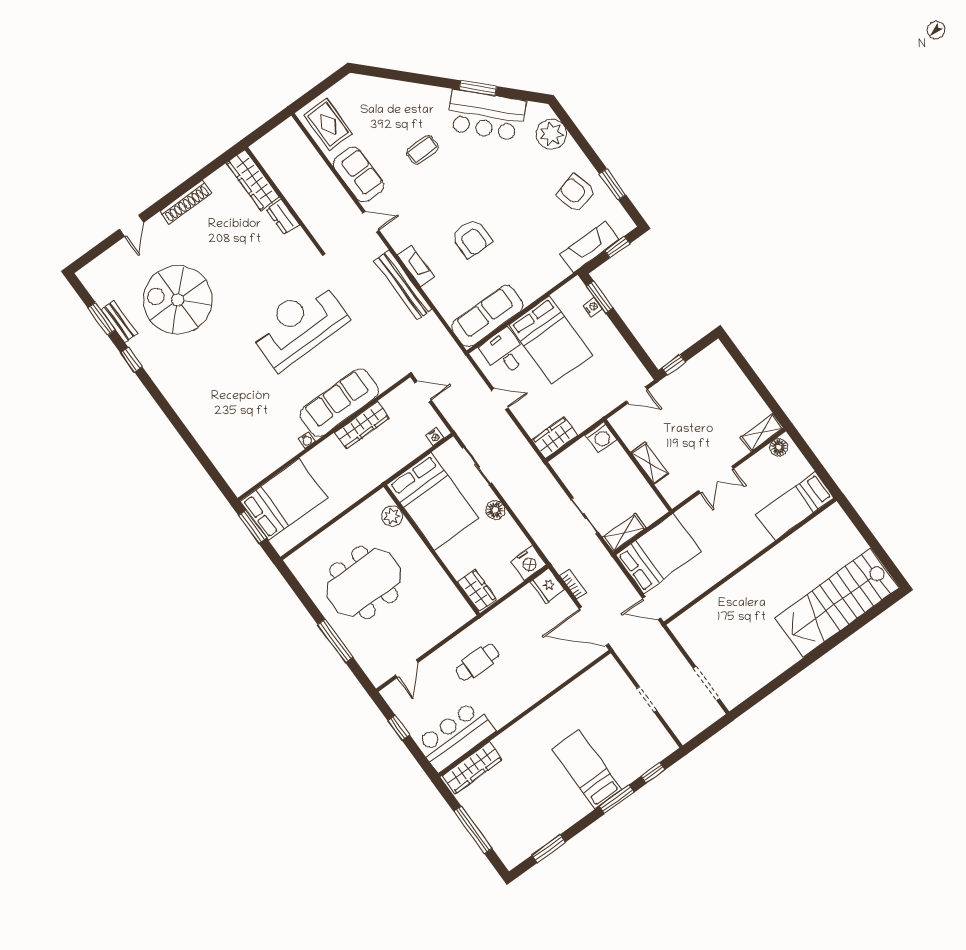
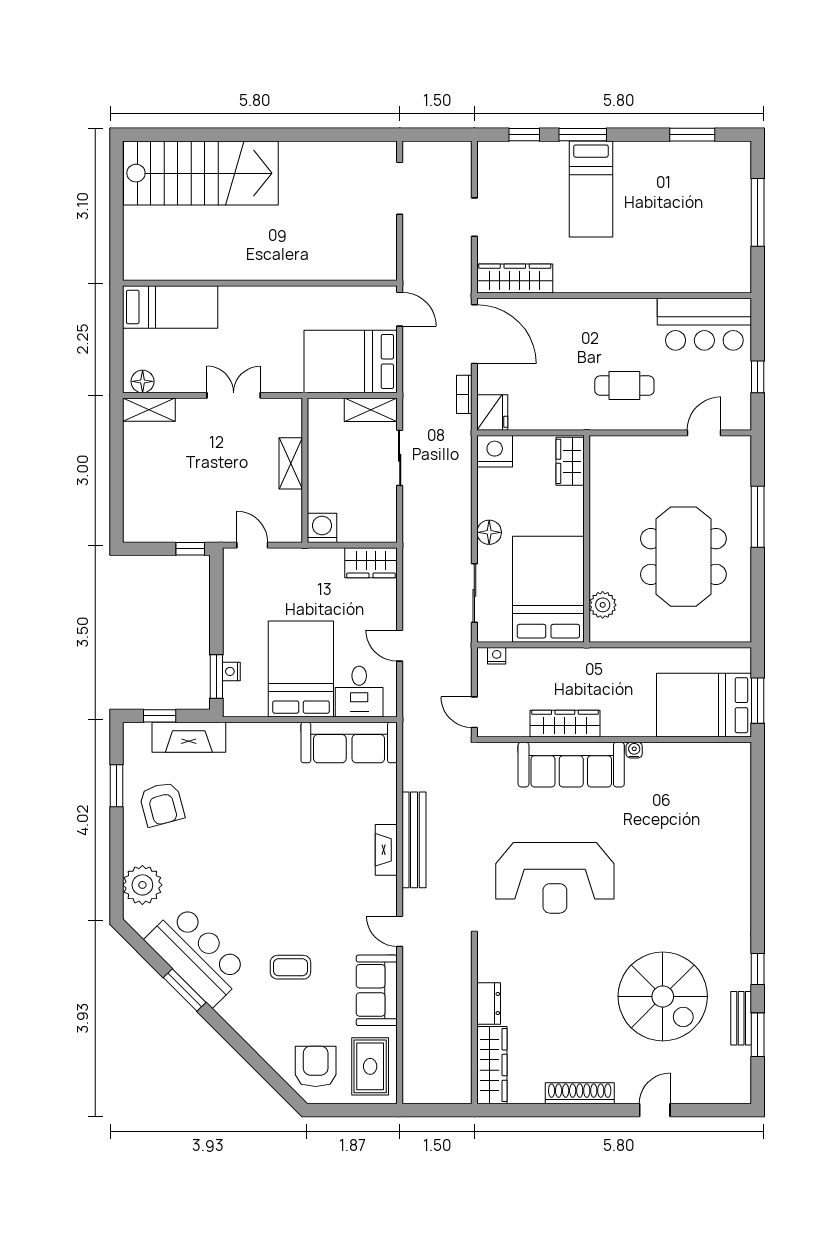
armchair: (471, 238) -> (316, 1066), moved
meeting table: (364, 583) -> (683, 557), turned 90
wardrobe: (472, 768) -> (515, 278), moved

